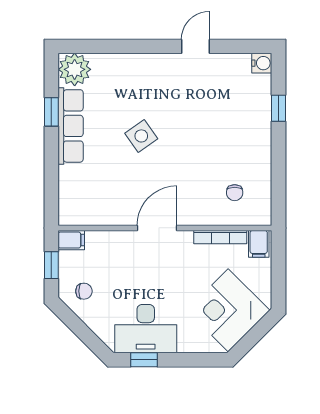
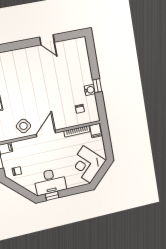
door: (195, 46) -> (47, 40), swing flipped
water cooler: (262, 63) -> (90, 90), moved
window: (278, 108) -> (97, 86), moved
side table: (141, 136) -> (23, 126), moved

